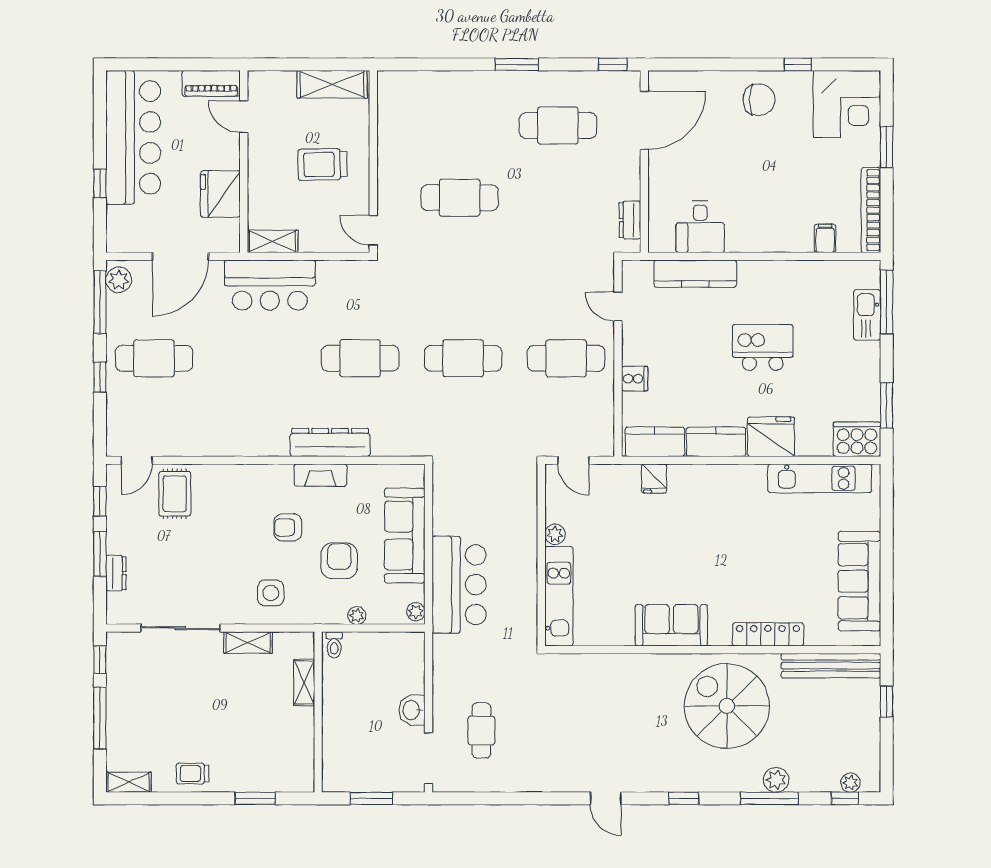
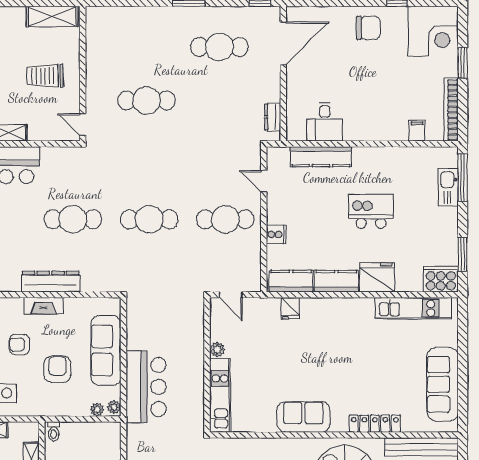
plant: (357, 616) -> (97, 410), moved

